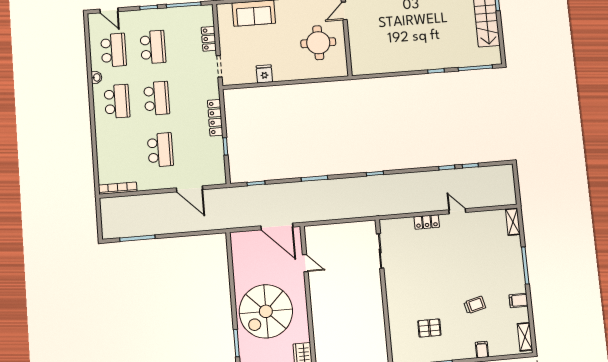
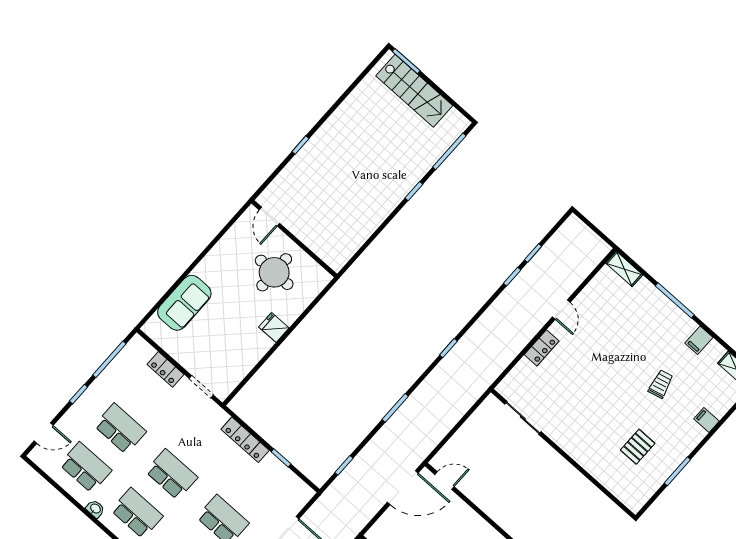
fridge: (264, 74) -> (274, 327), moved
door: (457, 211) -> (561, 310), swing flipped
door: (305, 263) -> (444, 481), moved

